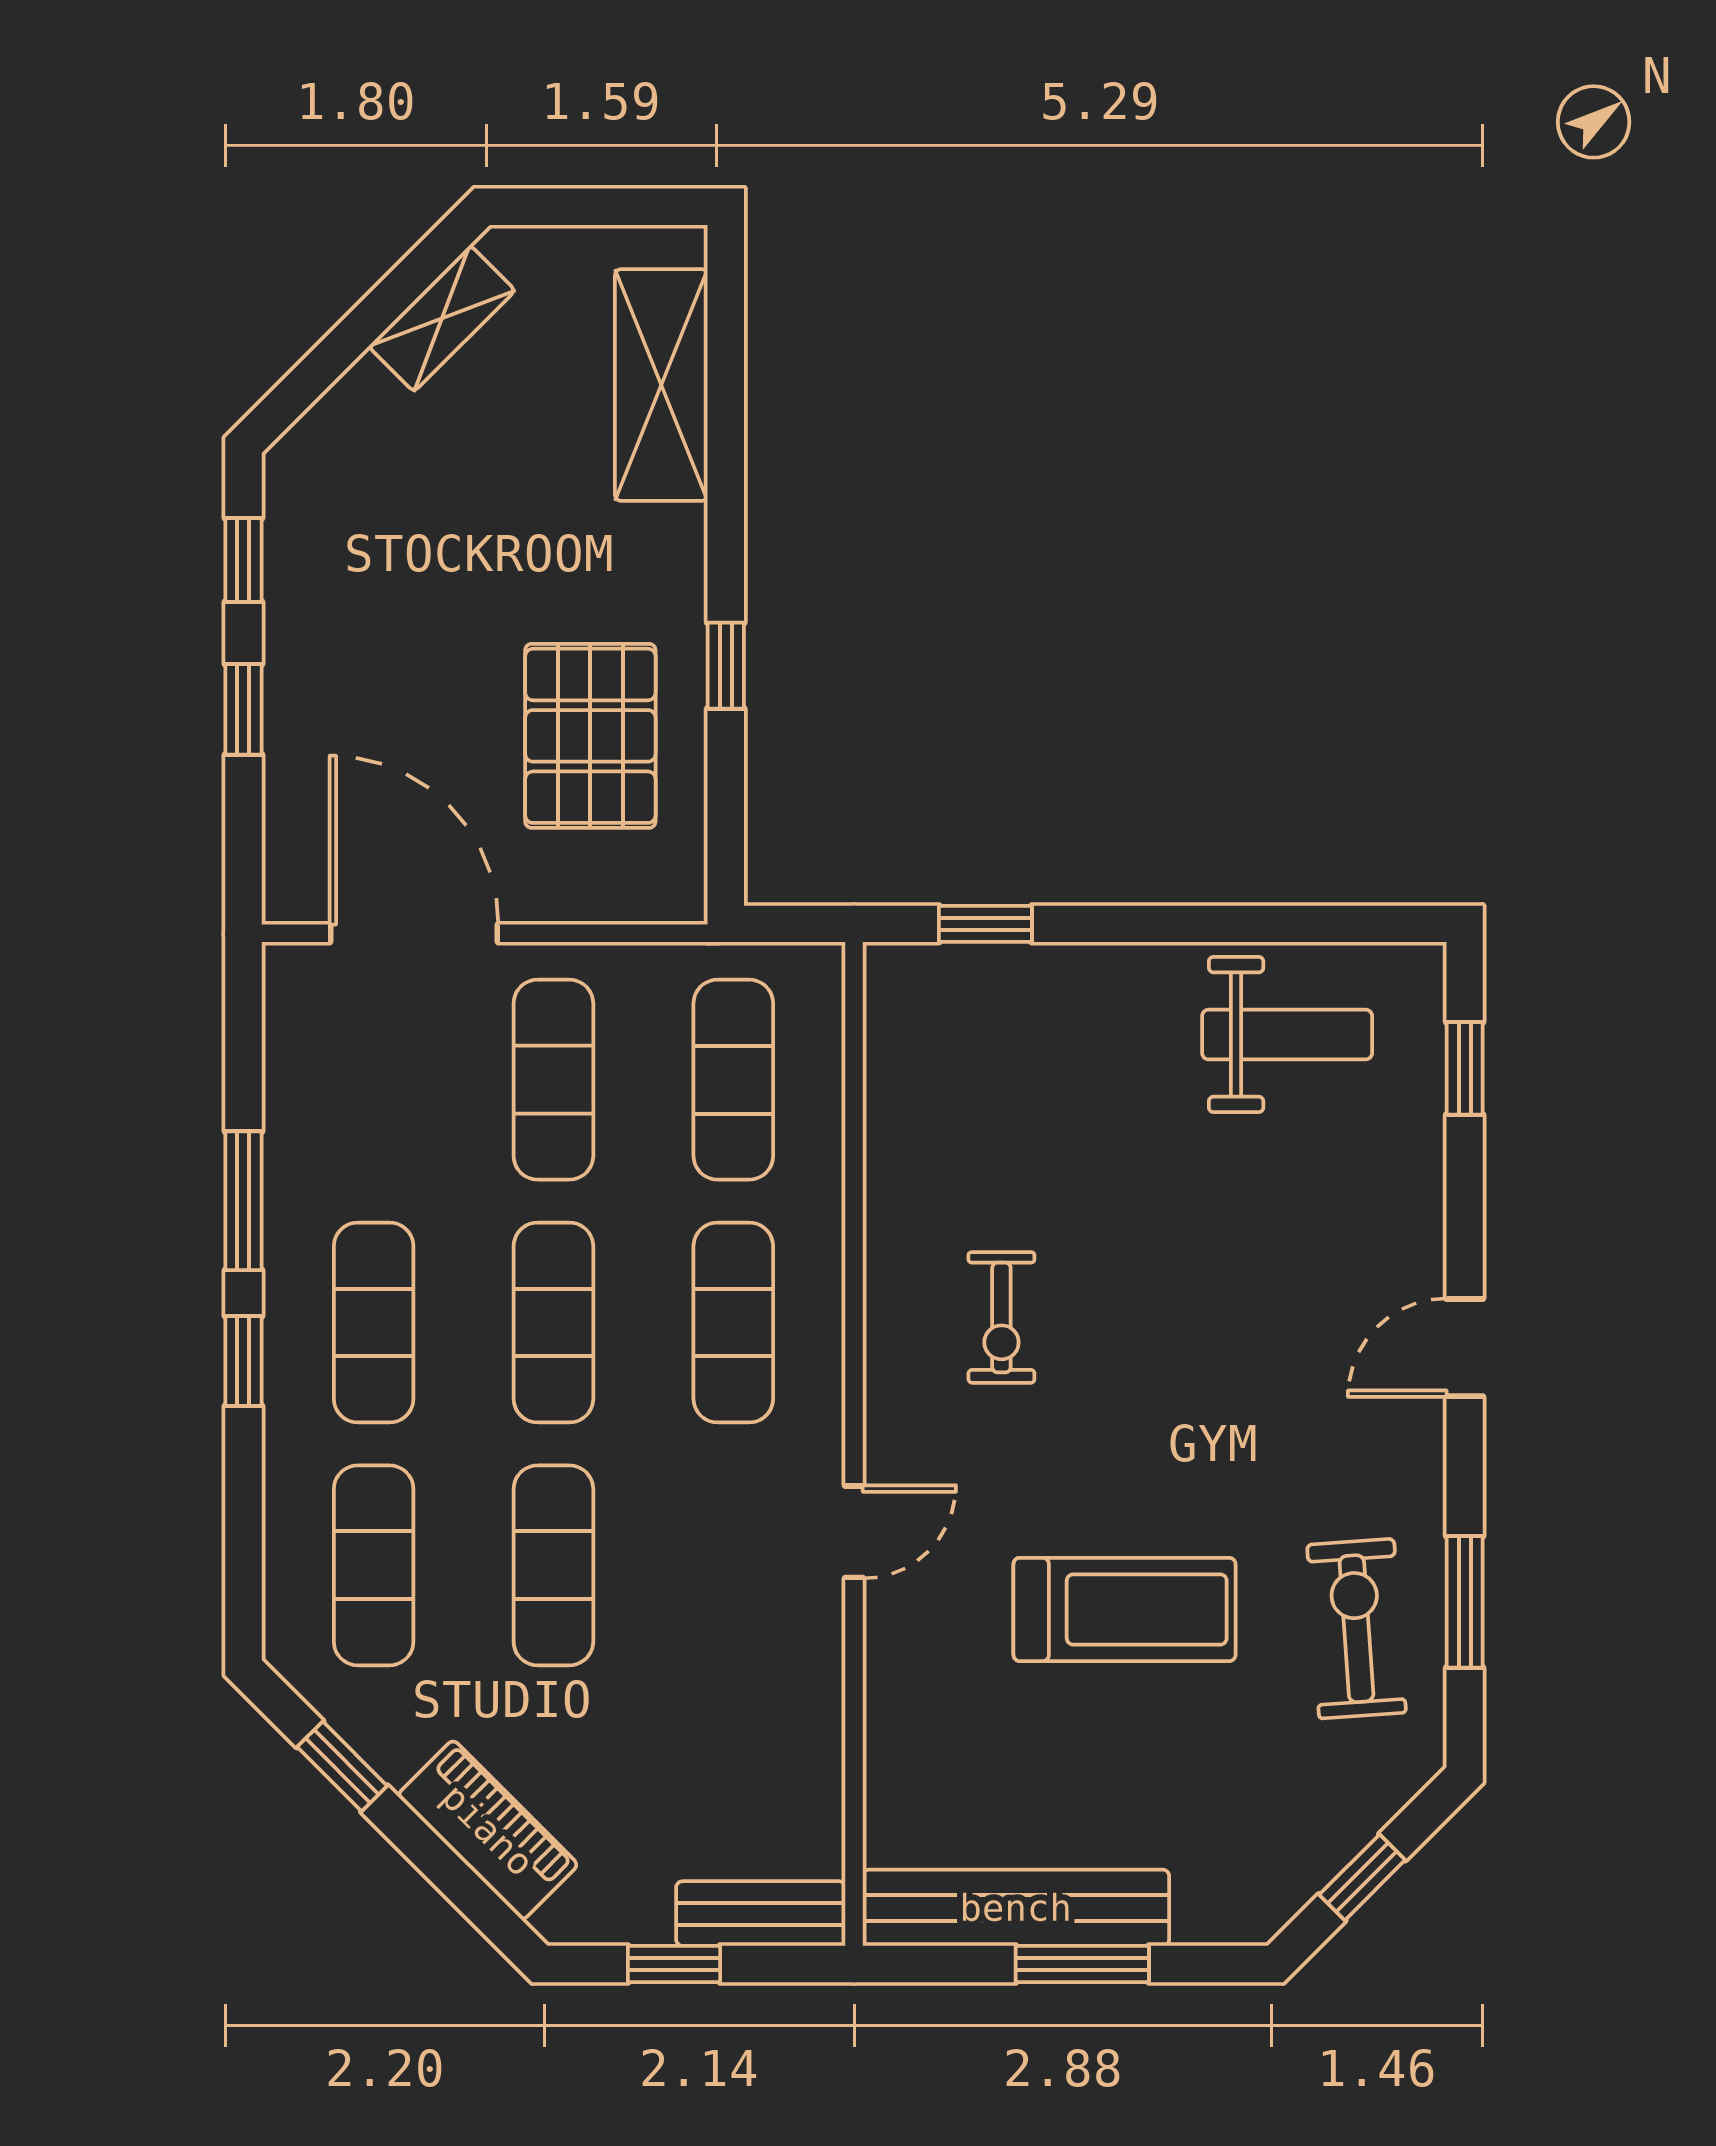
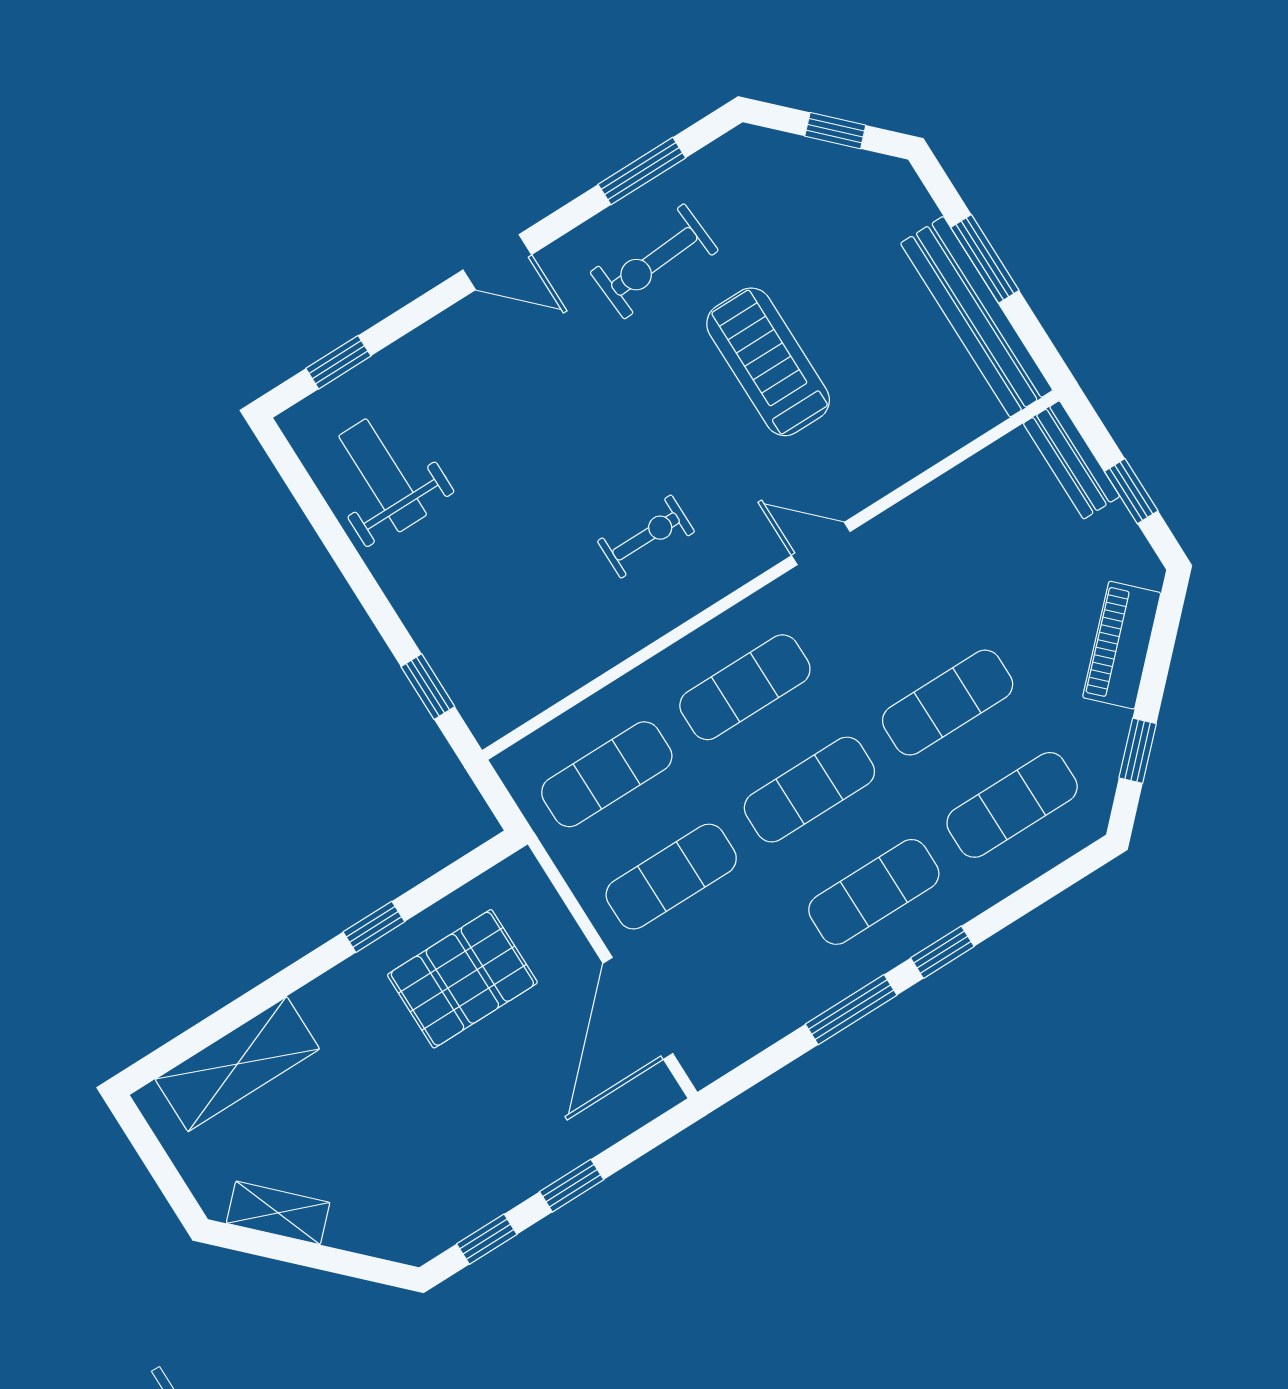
exercise bike: (1356, 1629) -> (654, 261), moved

